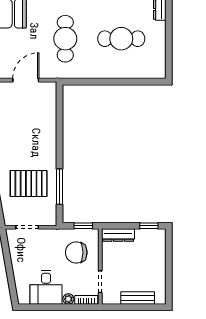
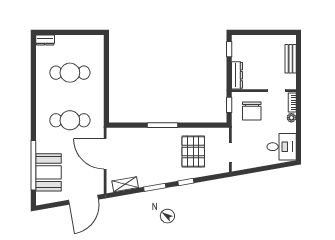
cafe table: (121, 39) -> (70, 73), turned 90
door: (26, 80) -> (105, 154), width x1.36
window: (59, 187) -> (163, 125), moved
desk: (46, 287) -> (282, 147), moved

